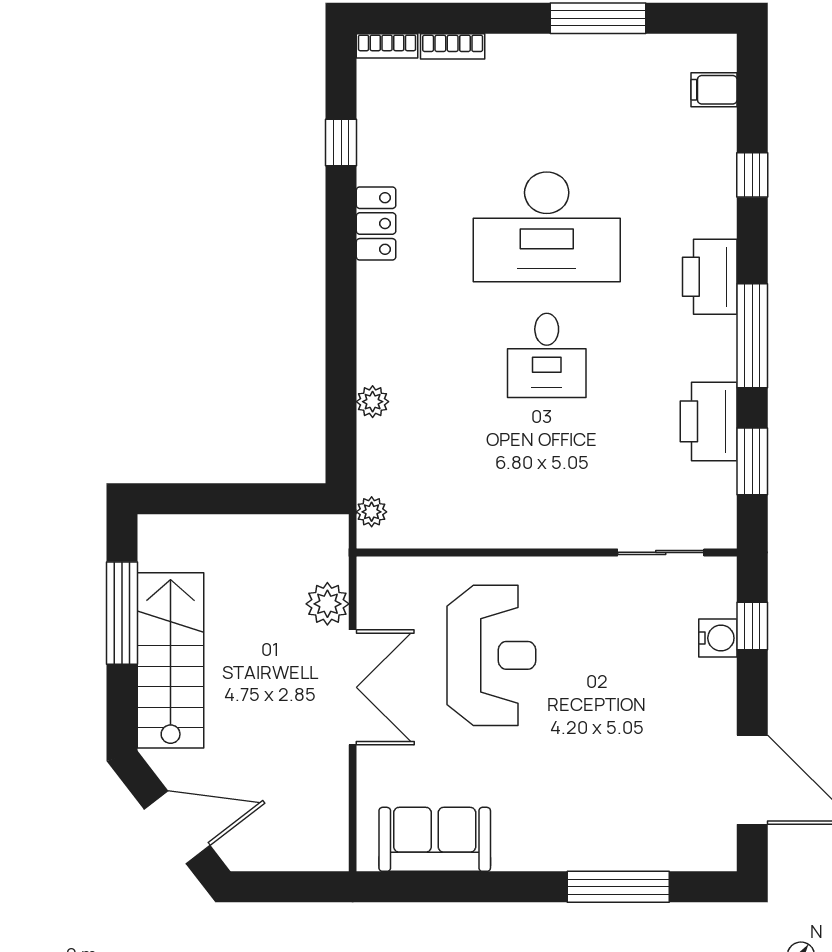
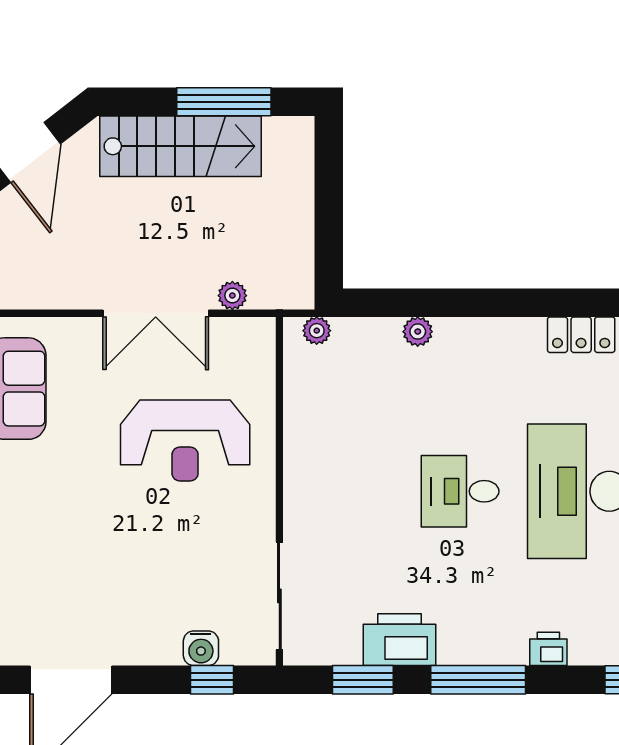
printer: (710, 277) -> (548, 649), width x0.53, depth x0.68
sliding door: (661, 552) -> (279, 596), width x1.37
plant: (327, 604) -> (232, 296), width x0.73, depth x0.73

